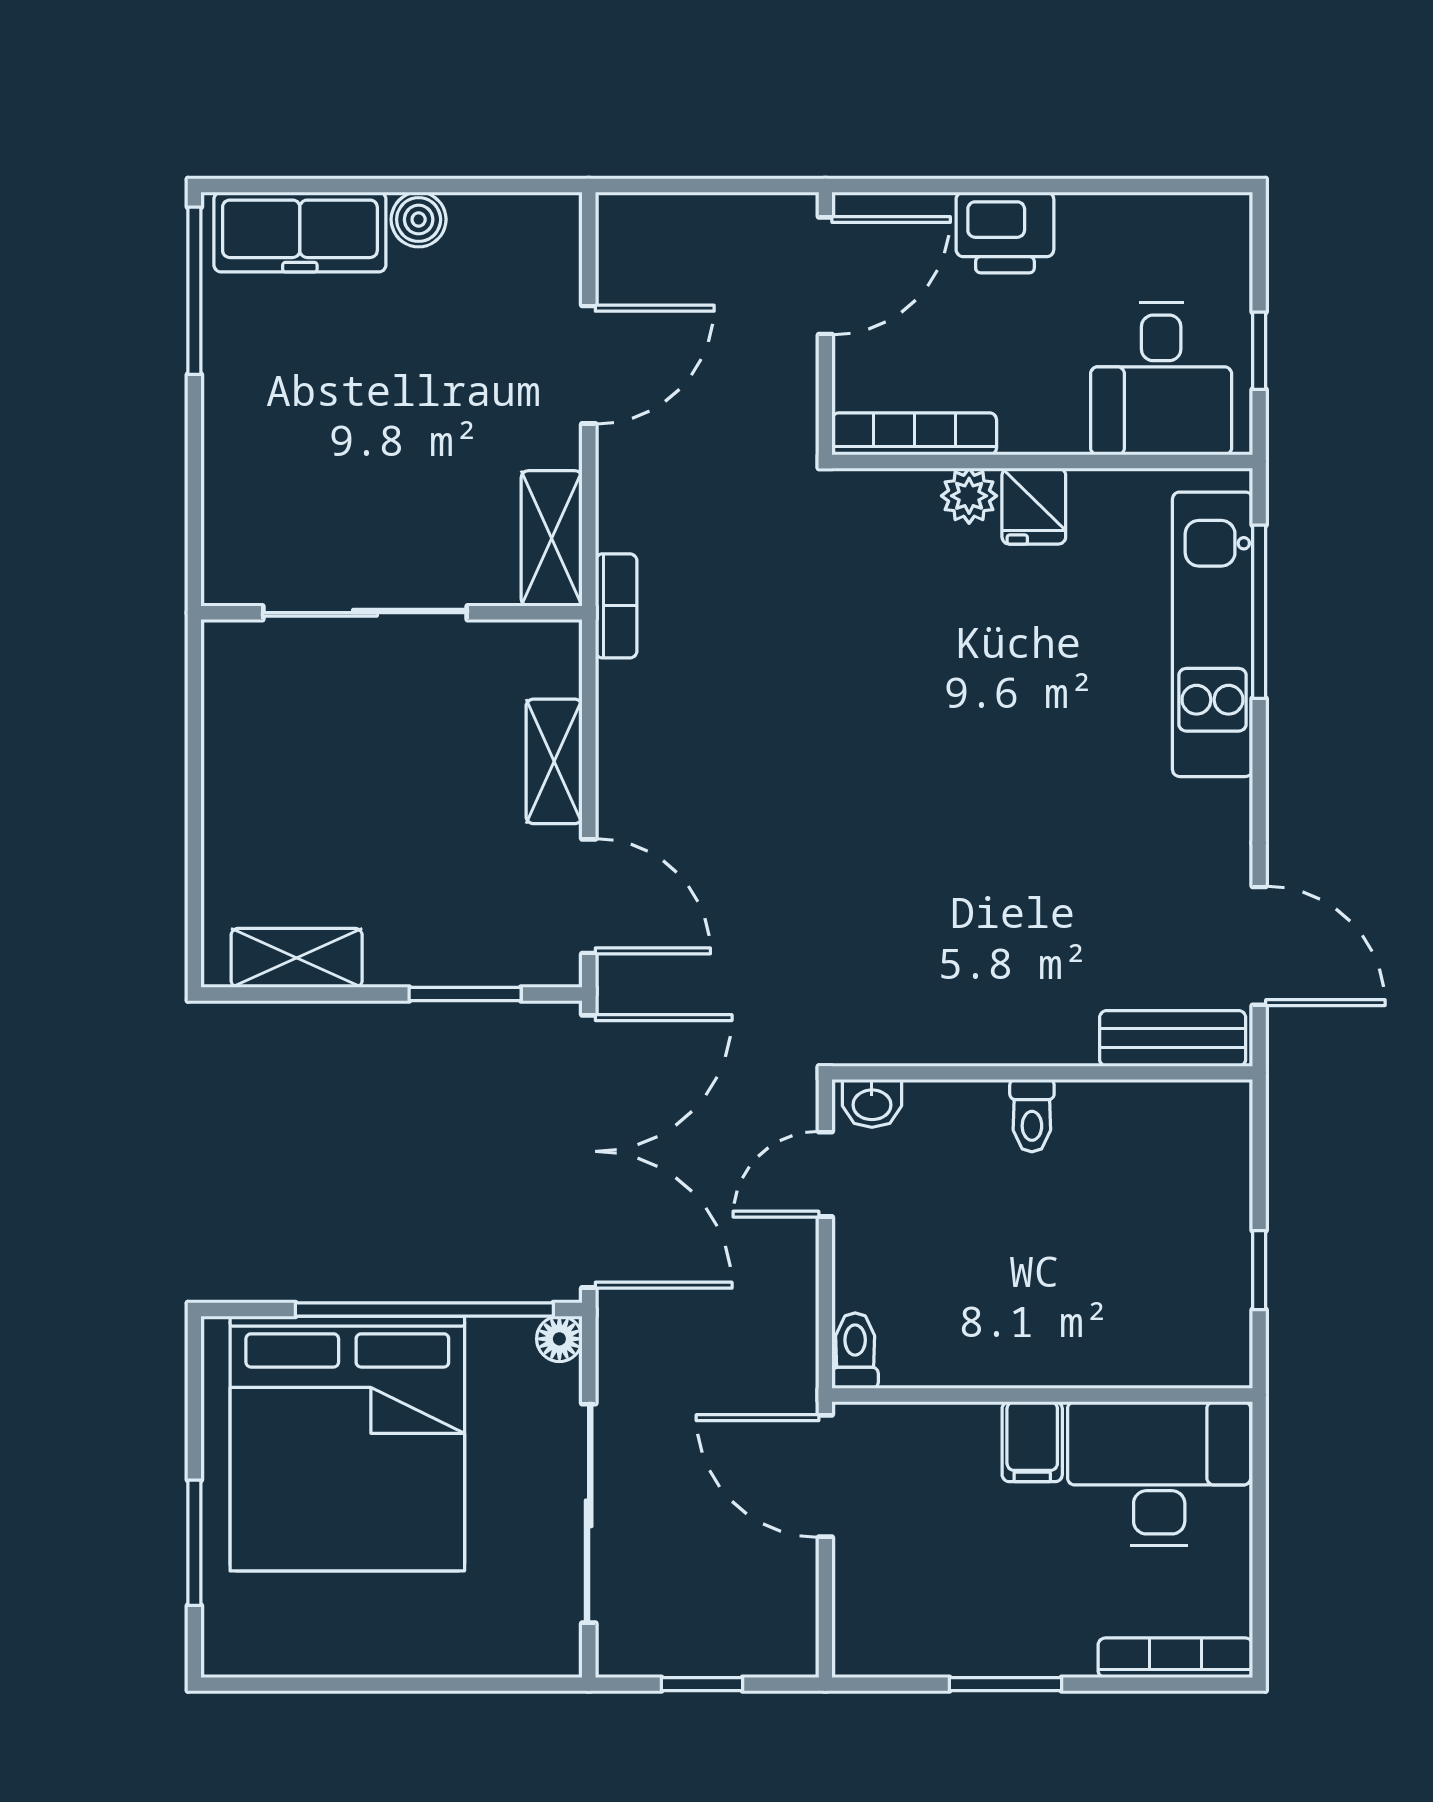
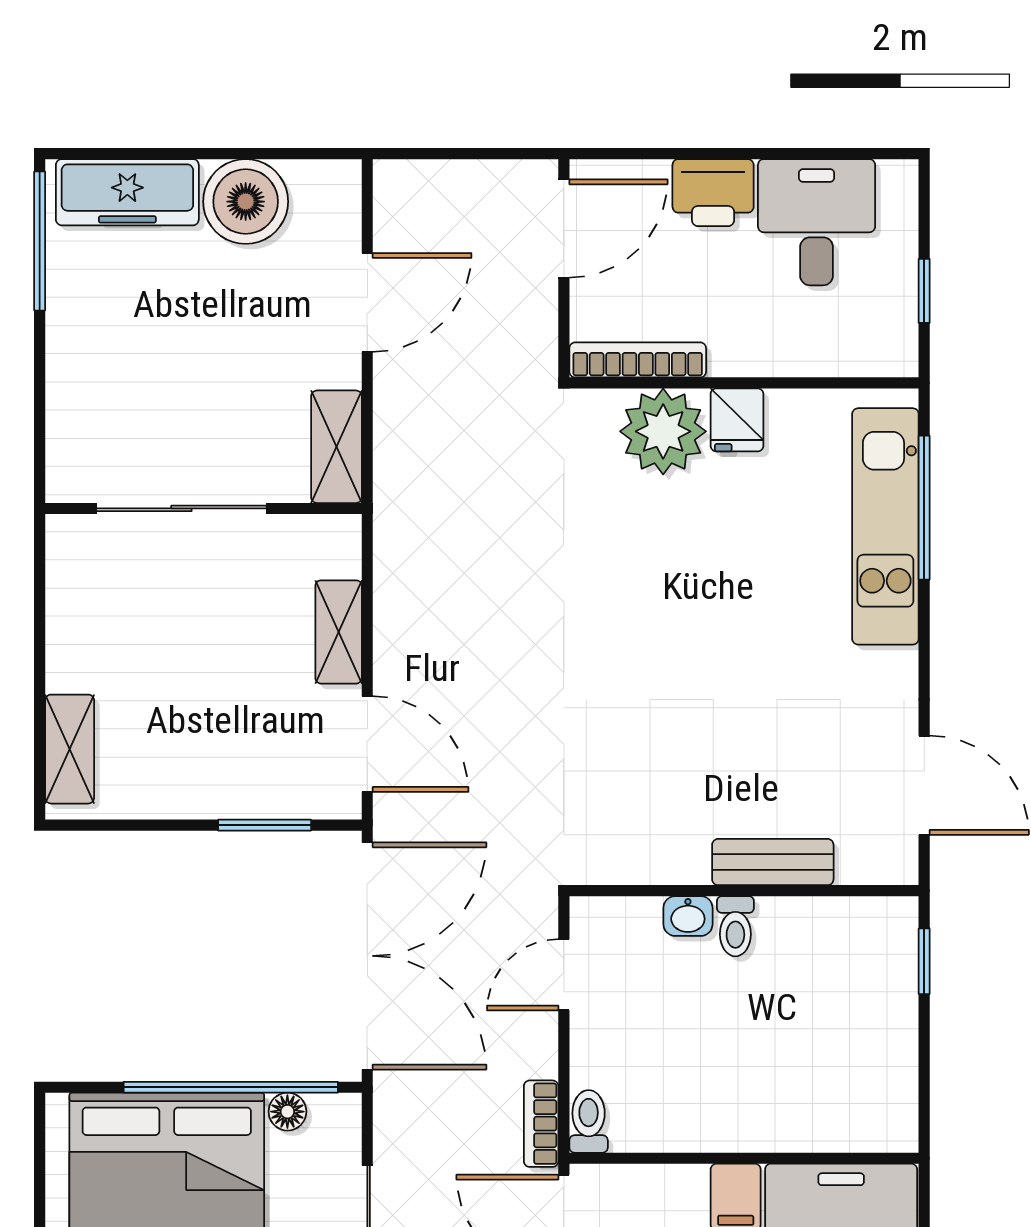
boiler: (419, 219) -> (246, 202), width x1.86, depth x1.86
desk: (1161, 379) -> (817, 222), moved, turned 180
plant: (969, 496) -> (663, 431), width x1.87, depth x1.87
bookcase: (616, 606) -> (541, 1124), moved, turned 180
shelving: (297, 958) -> (70, 749), moved, turned 90
bench: (1173, 1038) -> (773, 862), moved
washbasin: (872, 1103) -> (688, 916), moved
window: (1259, 1270) -> (924, 961), moved
floor lamp: (559, 1339) -> (287, 1112), moved

